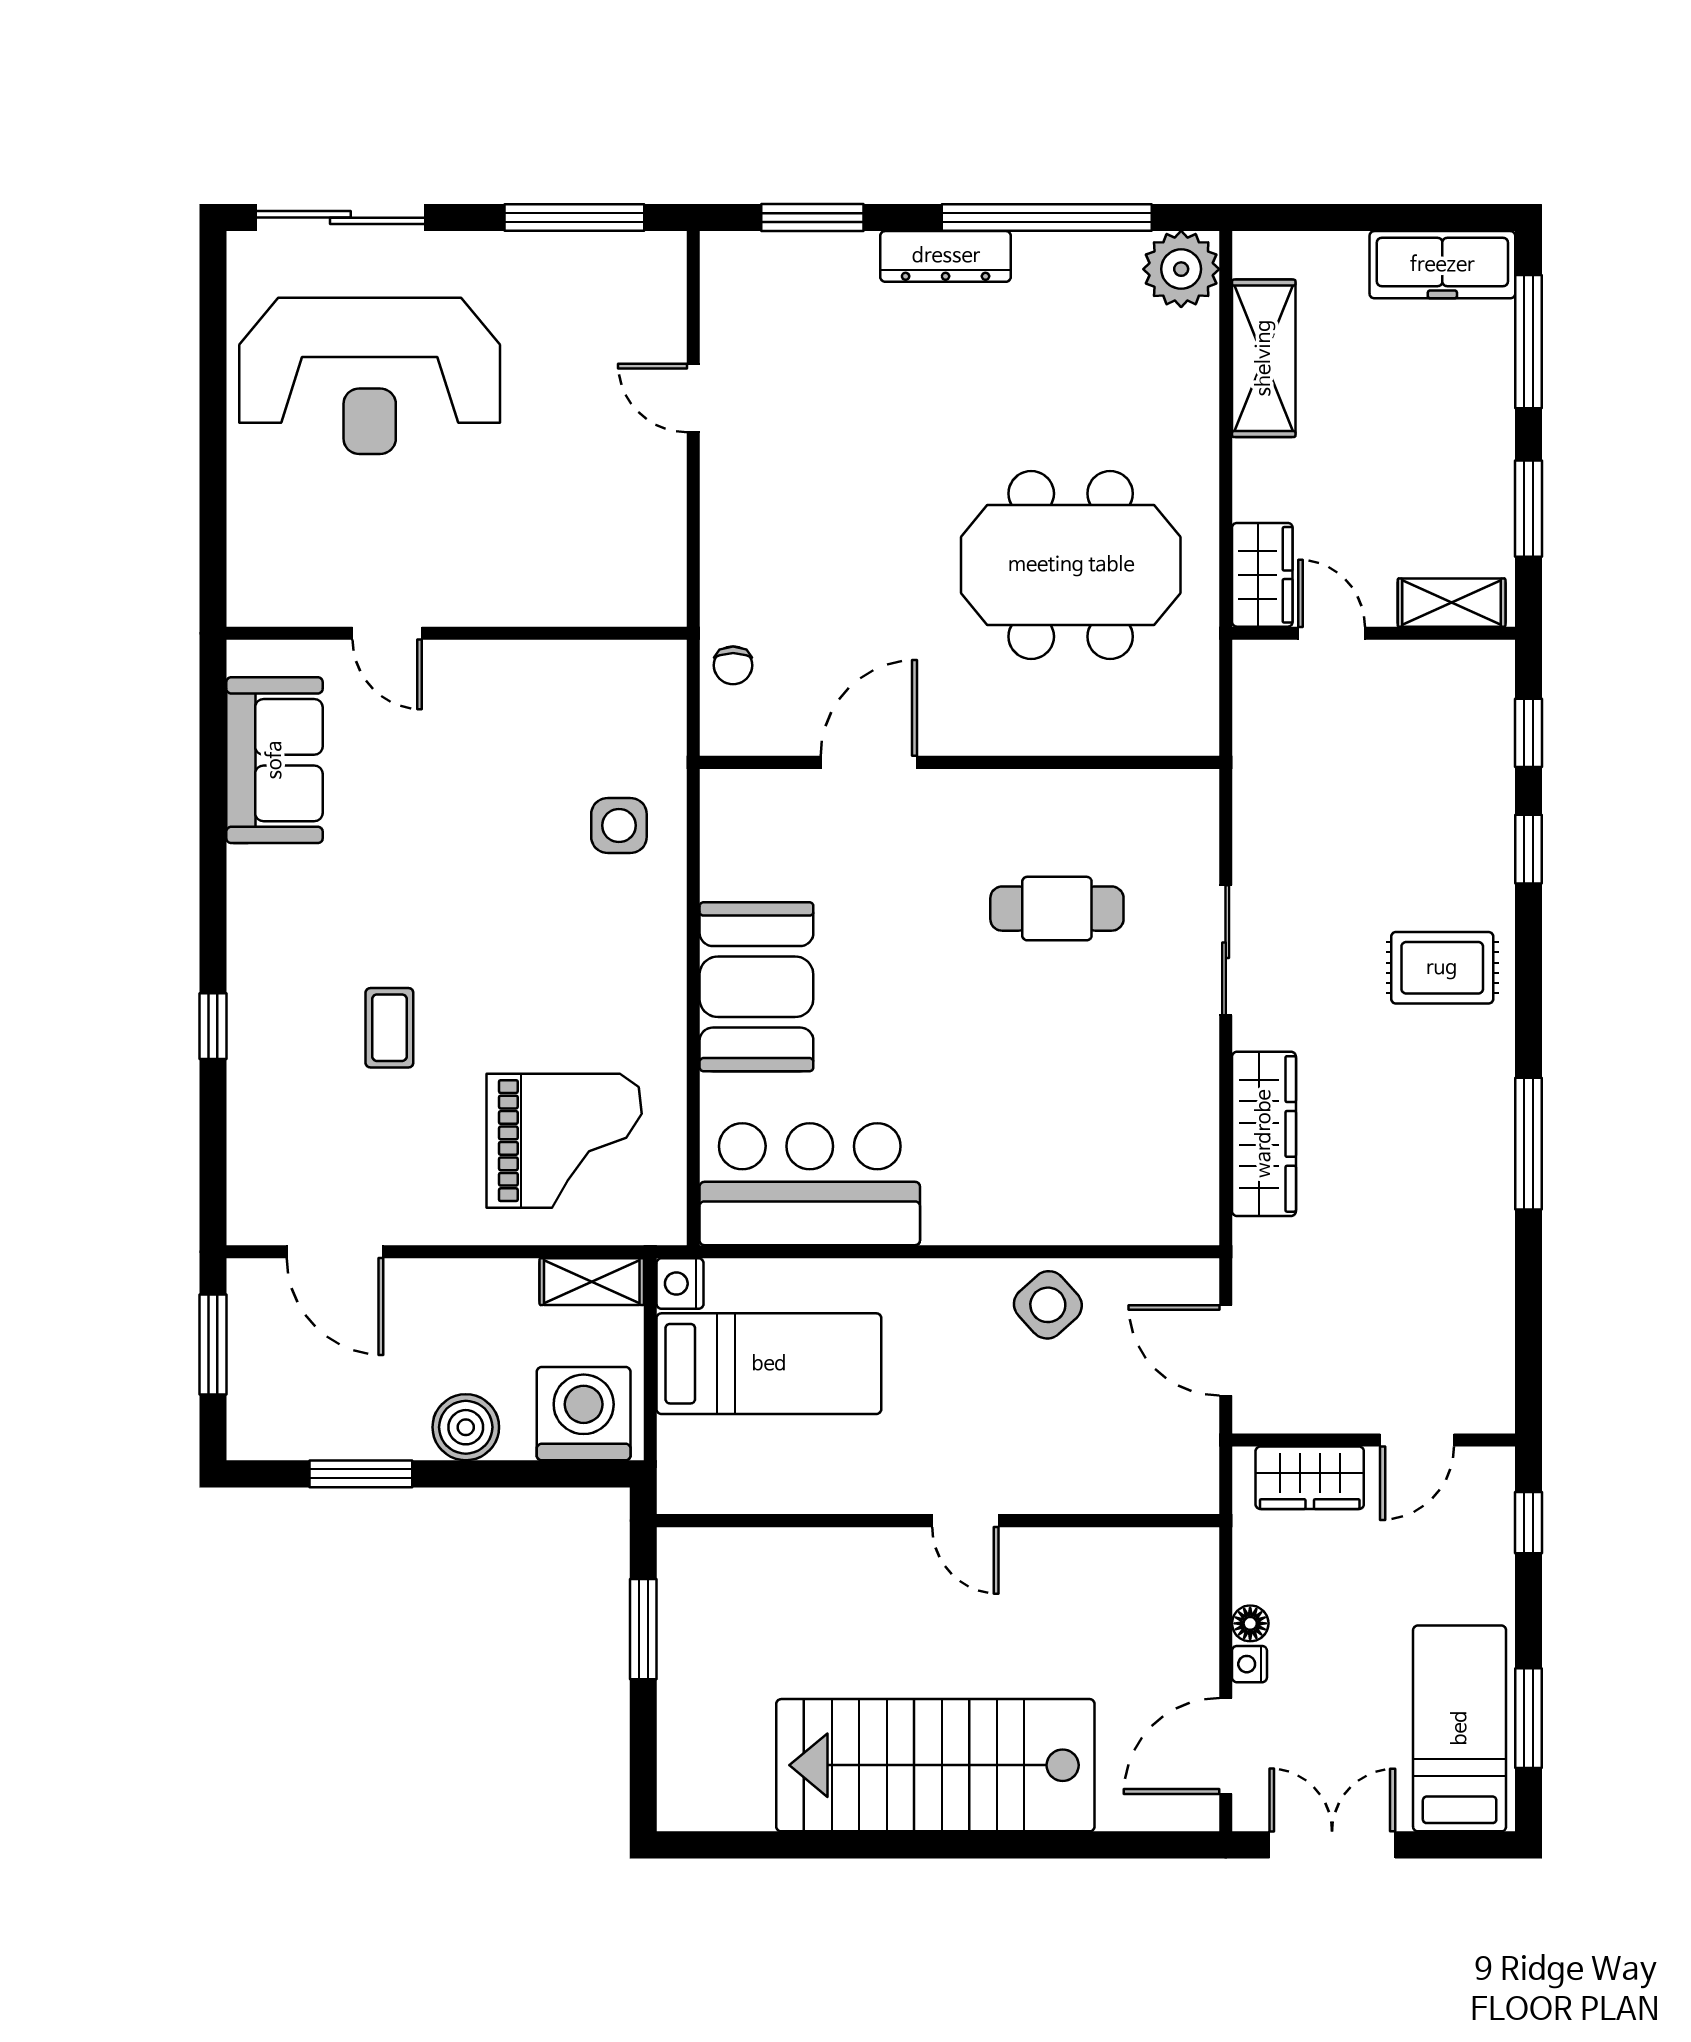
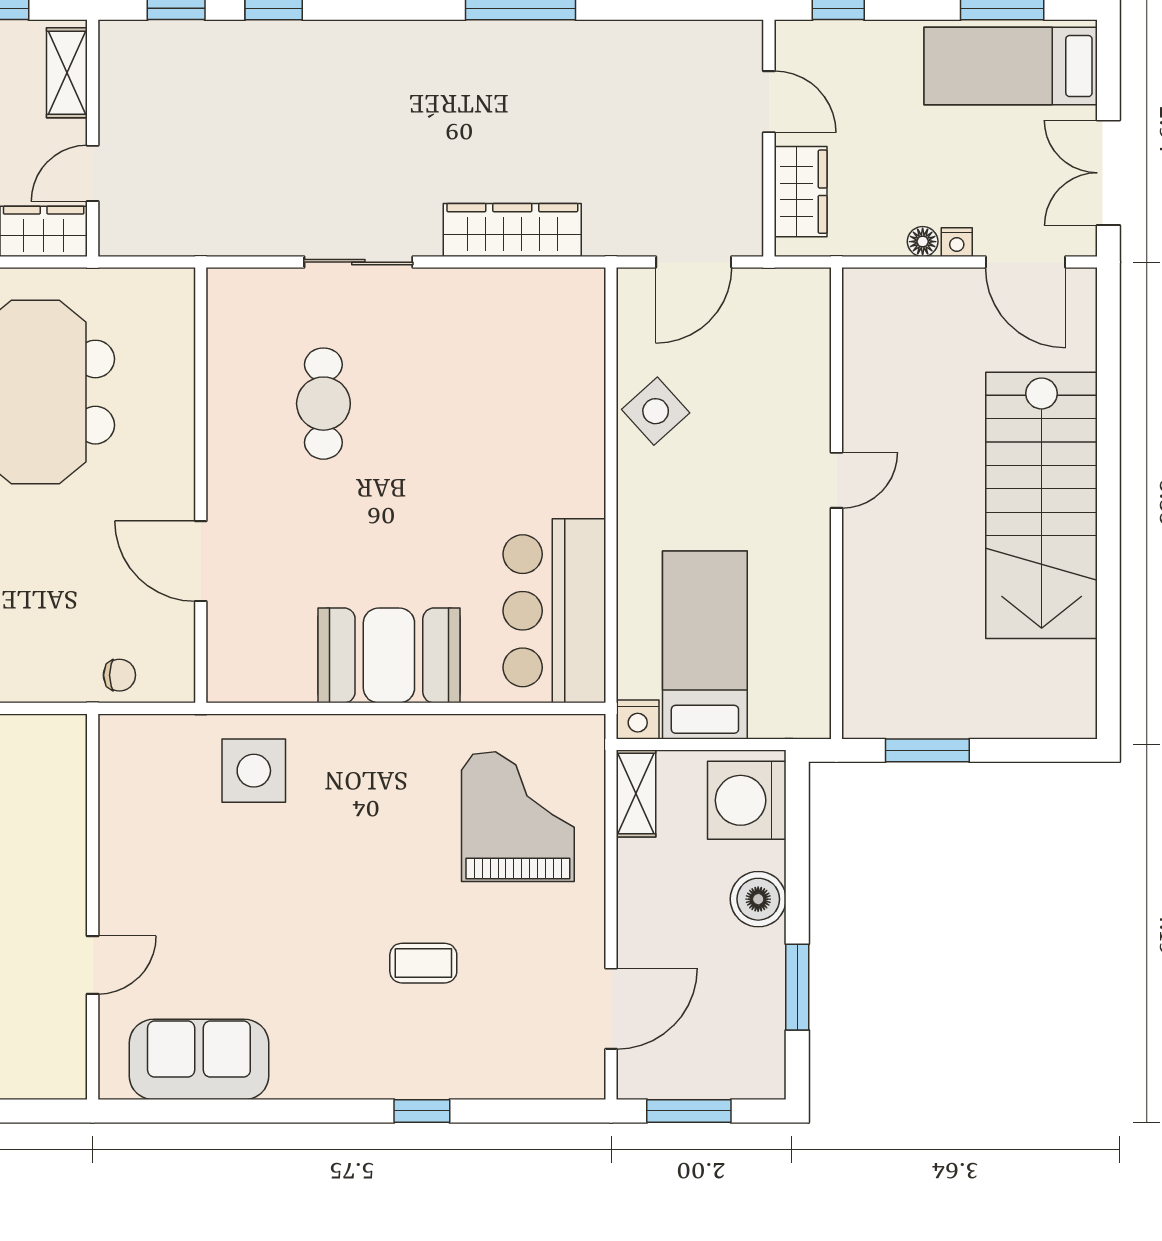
side table: (619, 825) -> (254, 771), width x1.37, depth x1.37
rug: (1442, 968) -> (373, 81), removed

